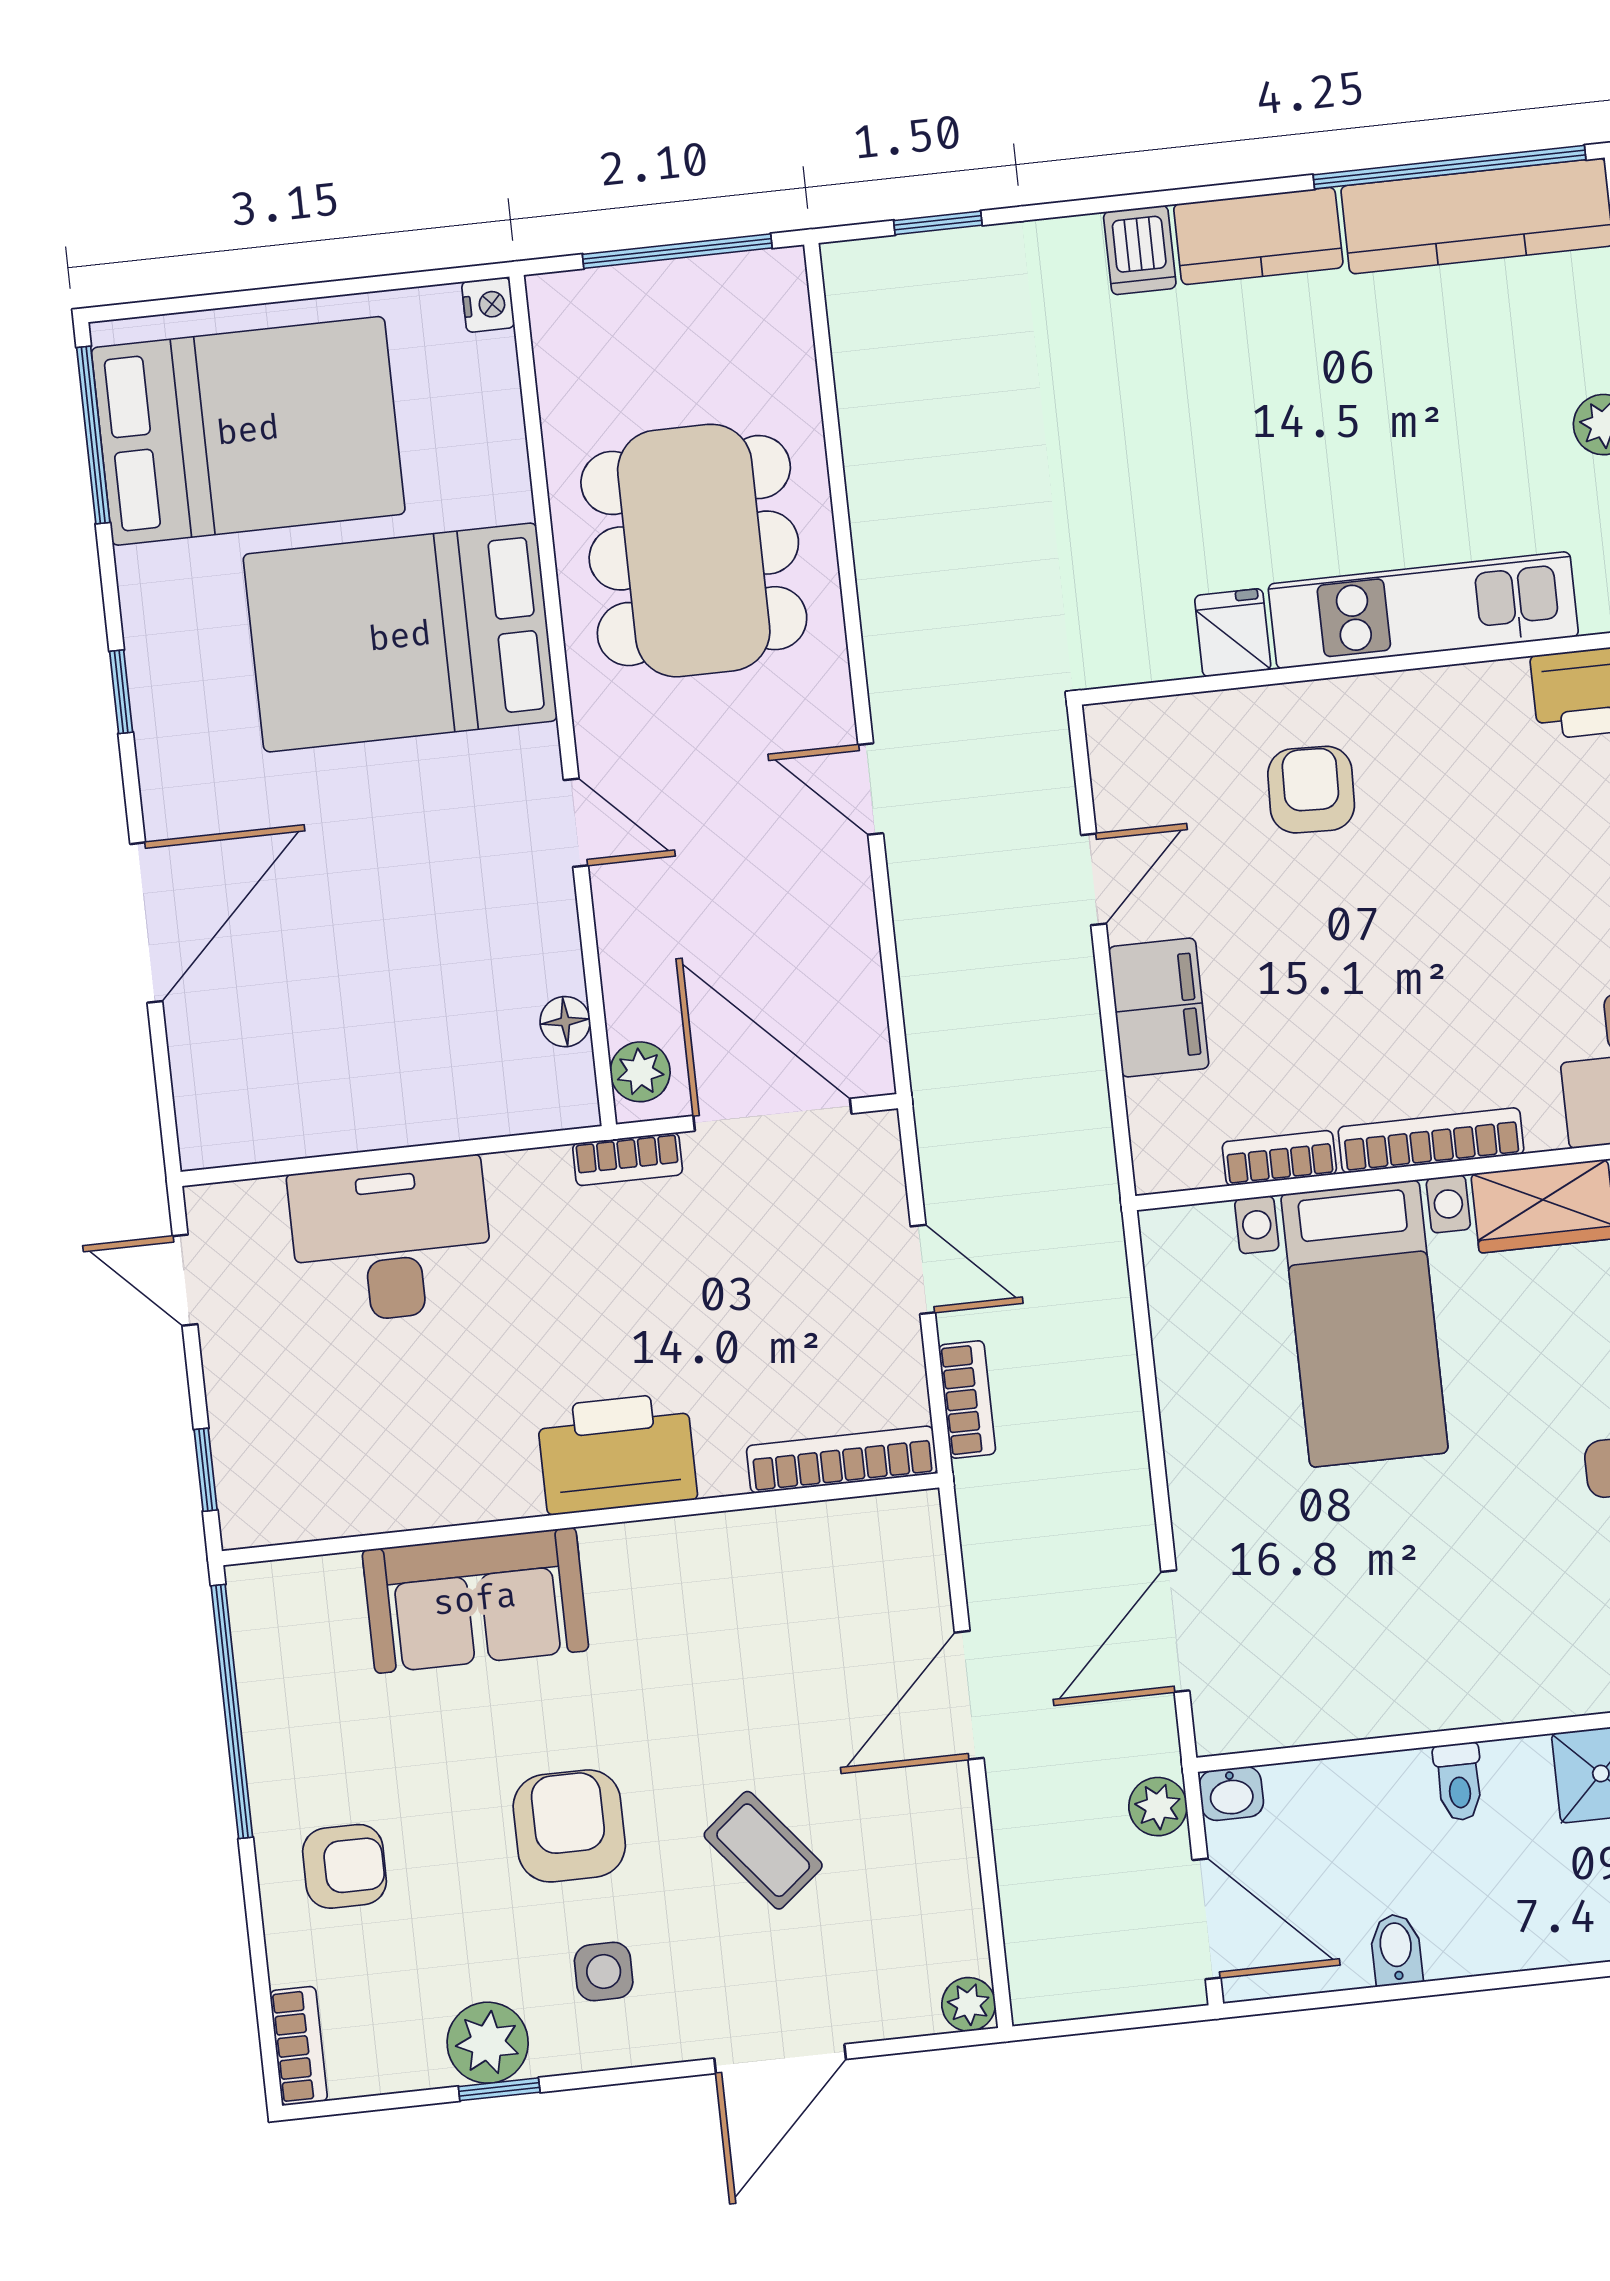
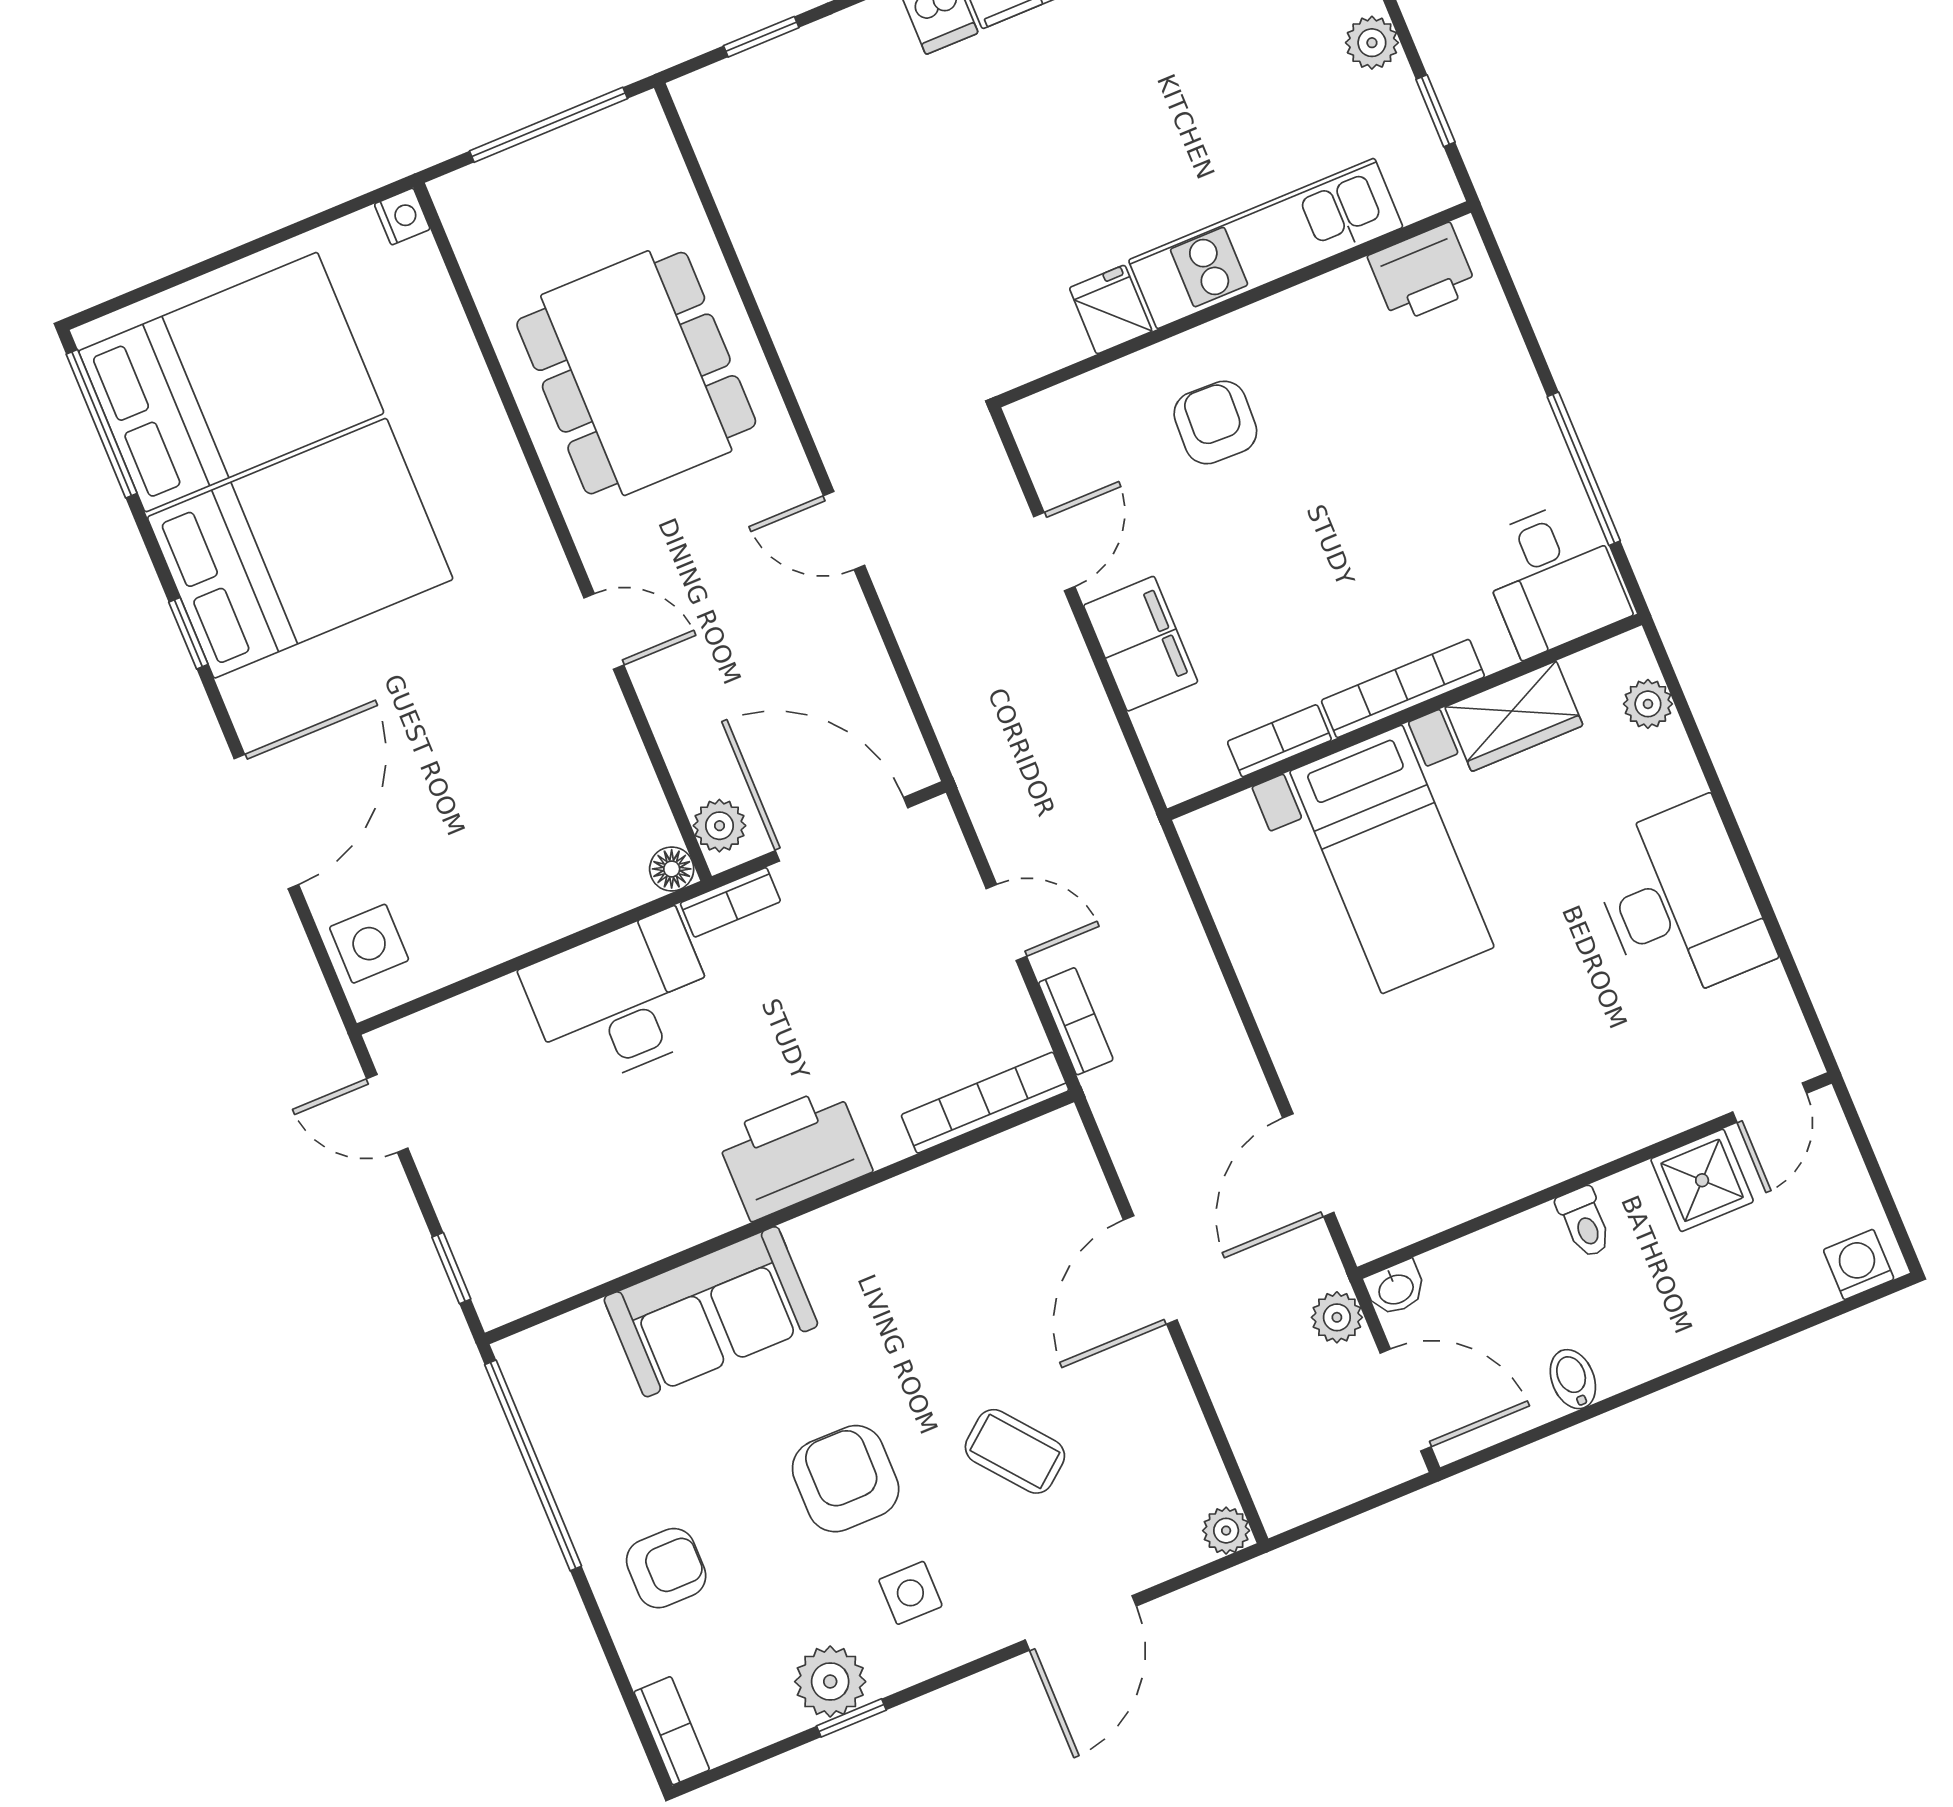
bed: (400, 637) -> (300, 548), moved, turned 180
floor lamp: (565, 1022) -> (672, 869), moved
side table: (219, 1089) -> (369, 944), added
desk: (391, 1241) -> (622, 1000), moved

